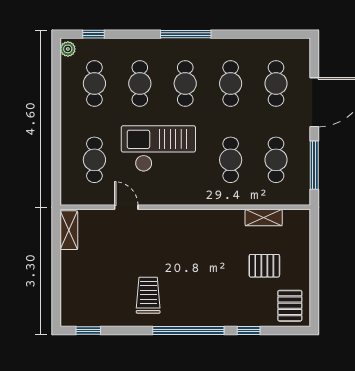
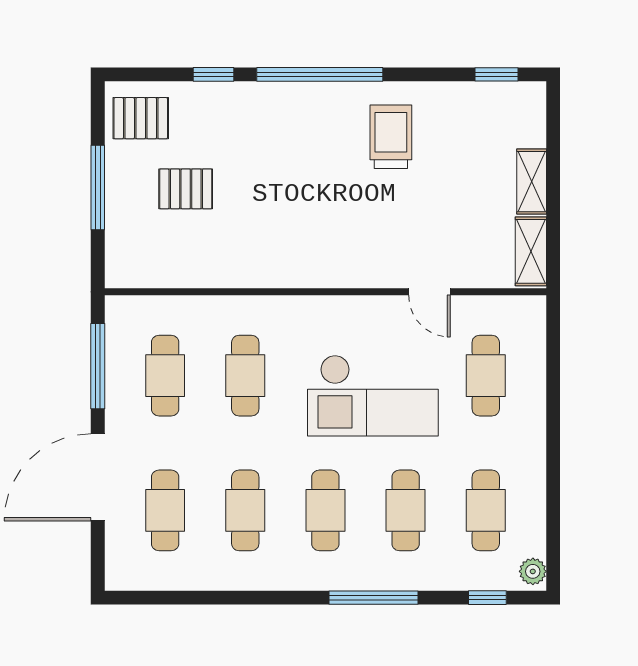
window: (186, 34) -> (374, 598), moved
shelving: (264, 218) -> (532, 182), moved, turned 90
window: (314, 266) -> (98, 187), added
trolley: (148, 295) -> (391, 137), turned 180
pallet: (290, 306) -> (141, 118), turned 90

